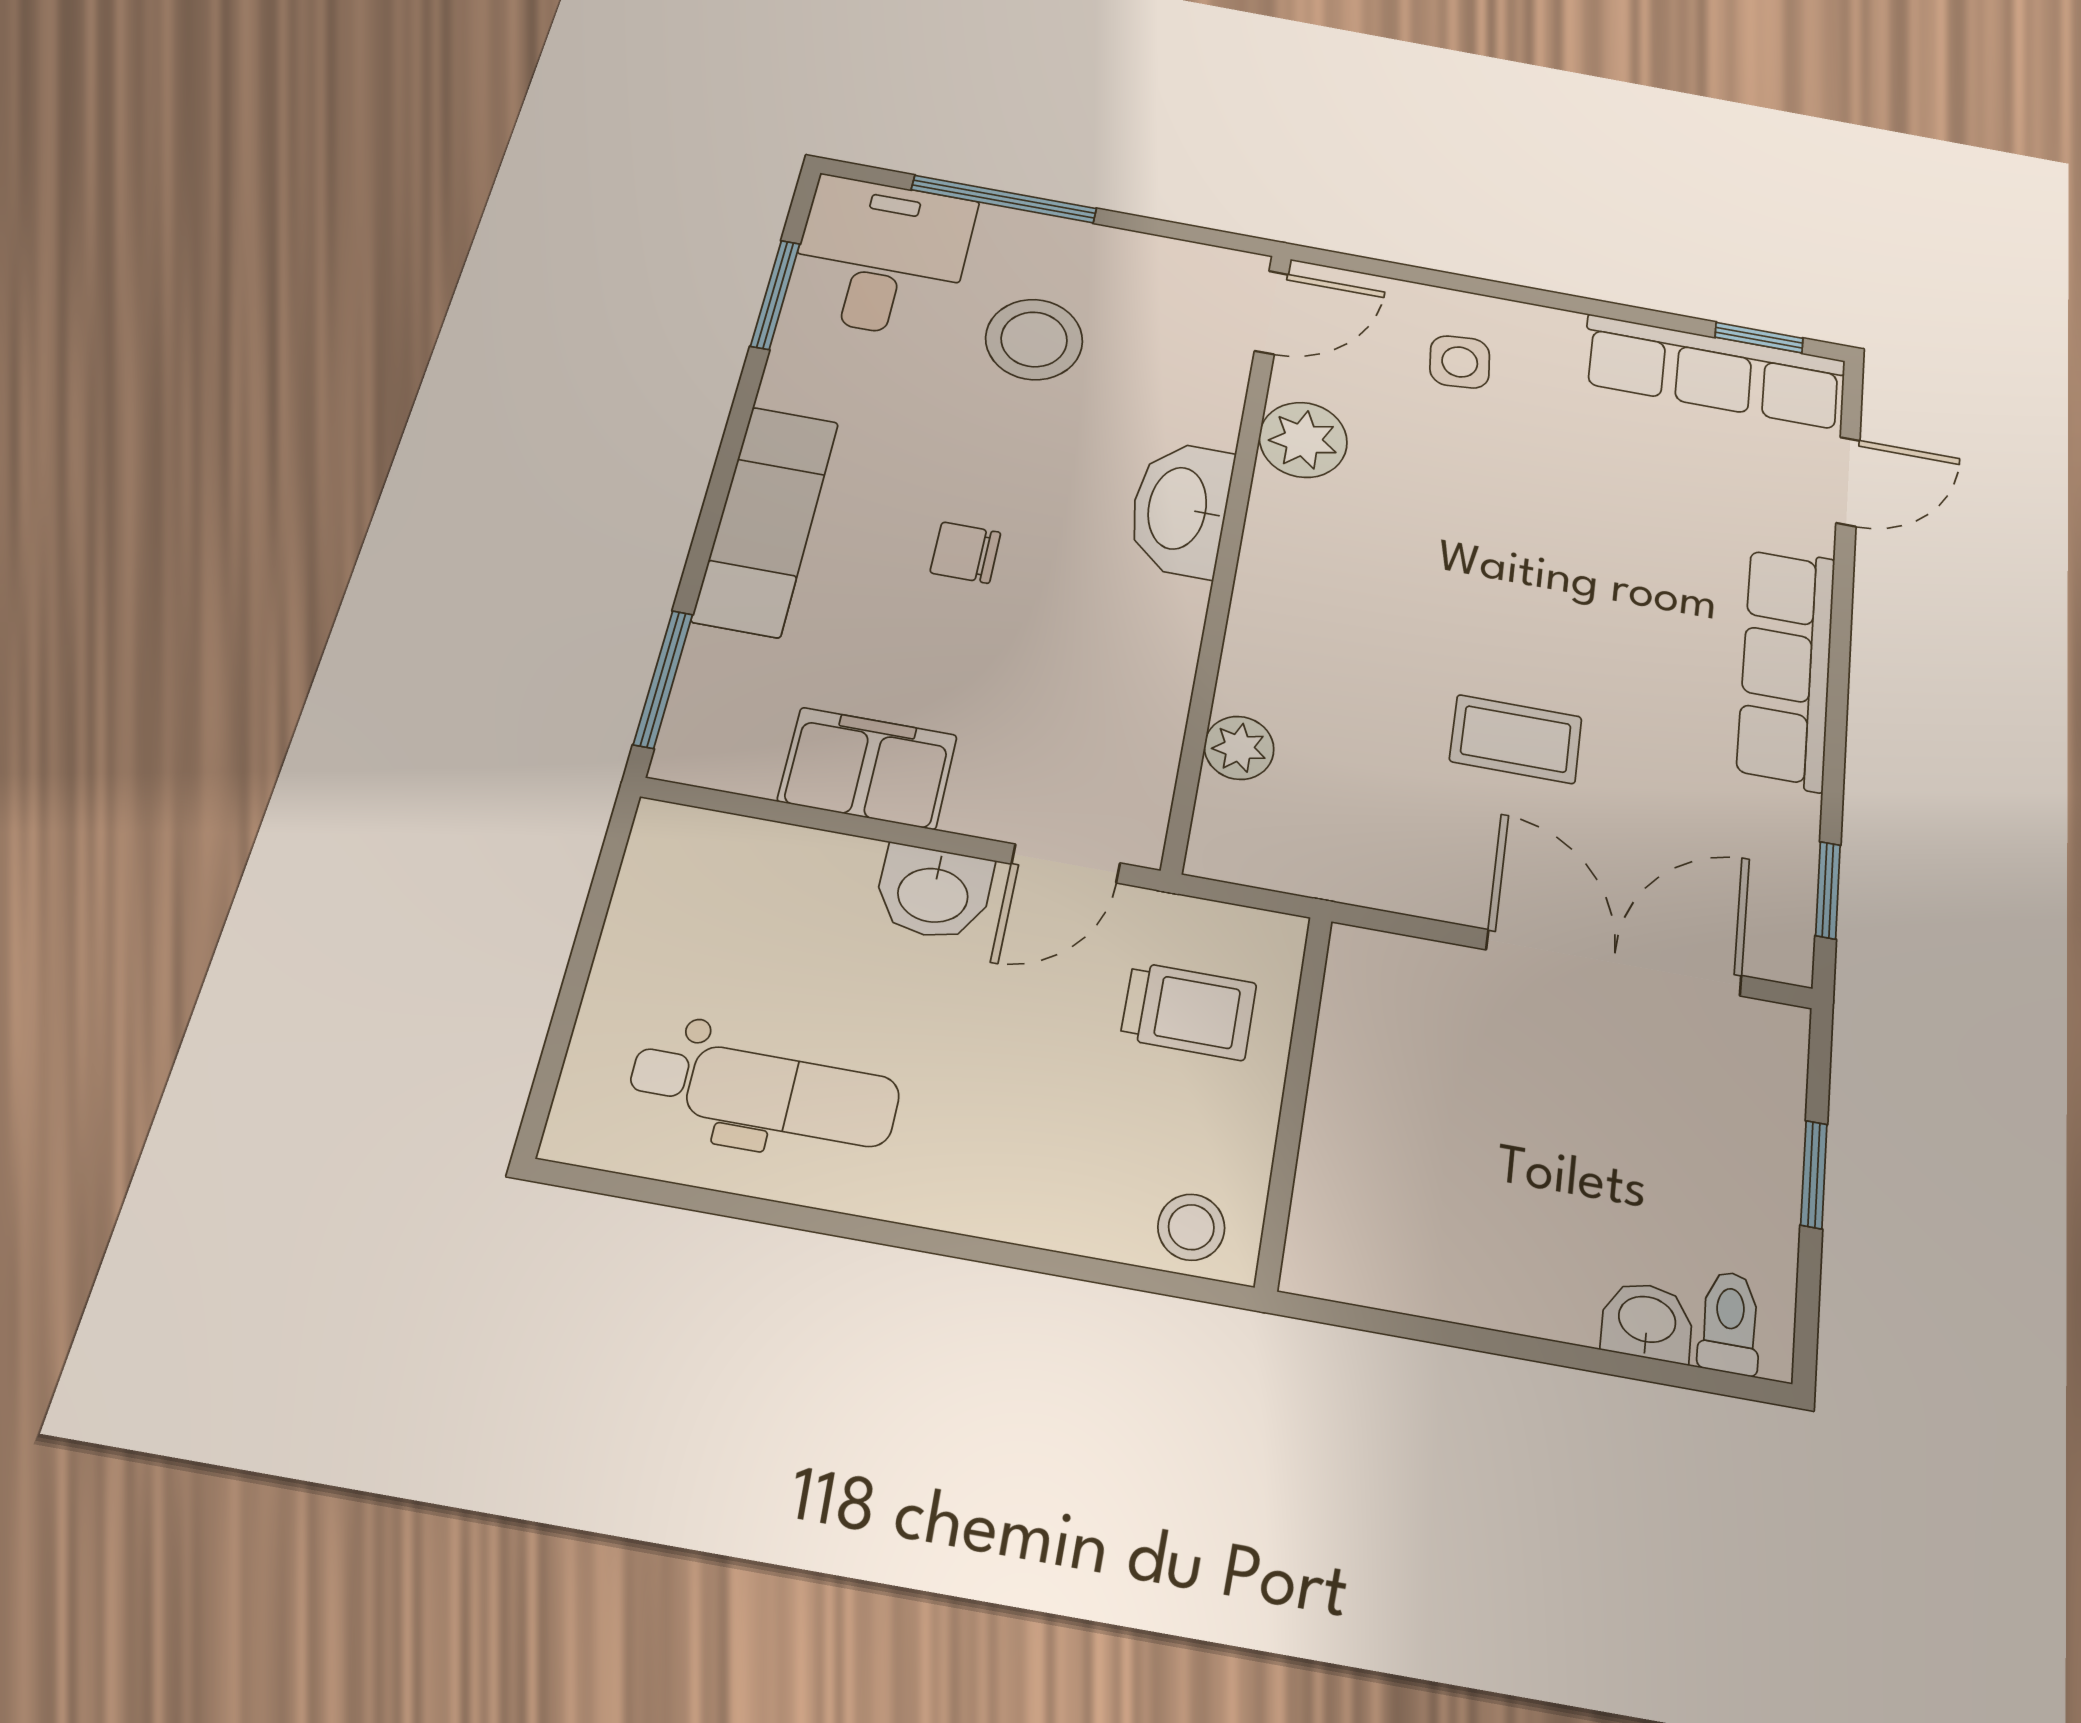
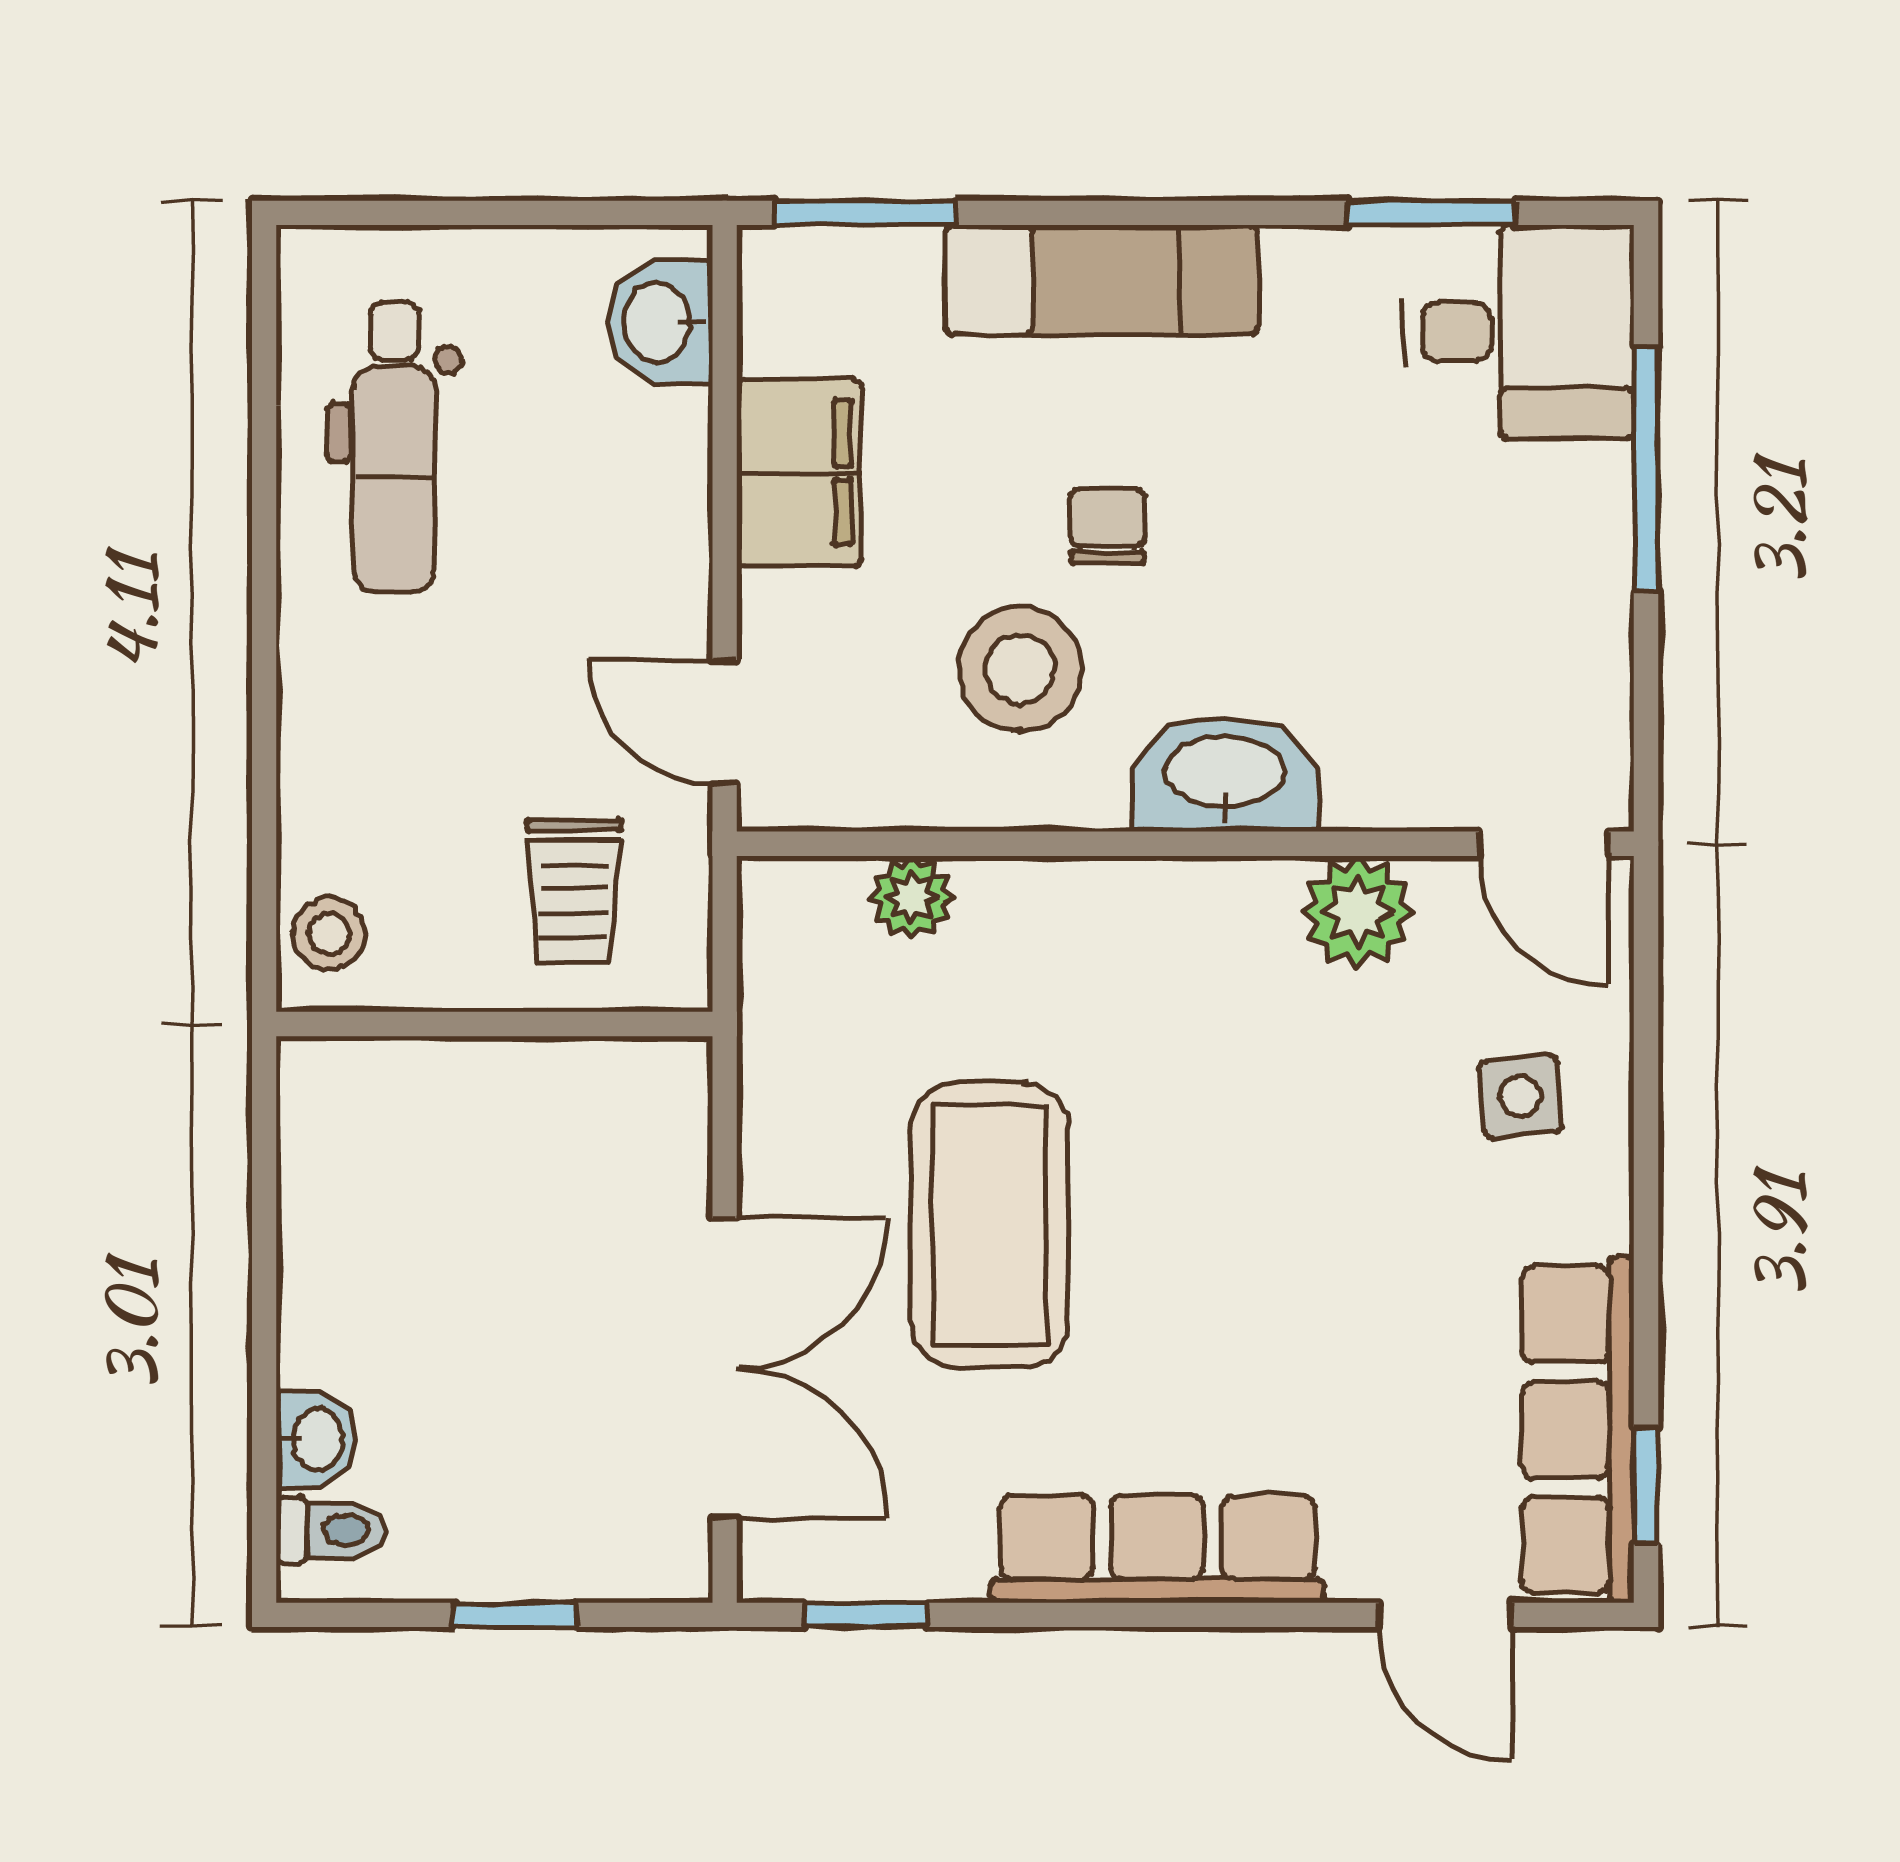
stool: (1034, 339) -> (1020, 669), moved
coffee table: (1516, 739) -> (990, 1225), width x1.86, depth x1.72
washbasin: (933, 893) -> (660, 322), moved

